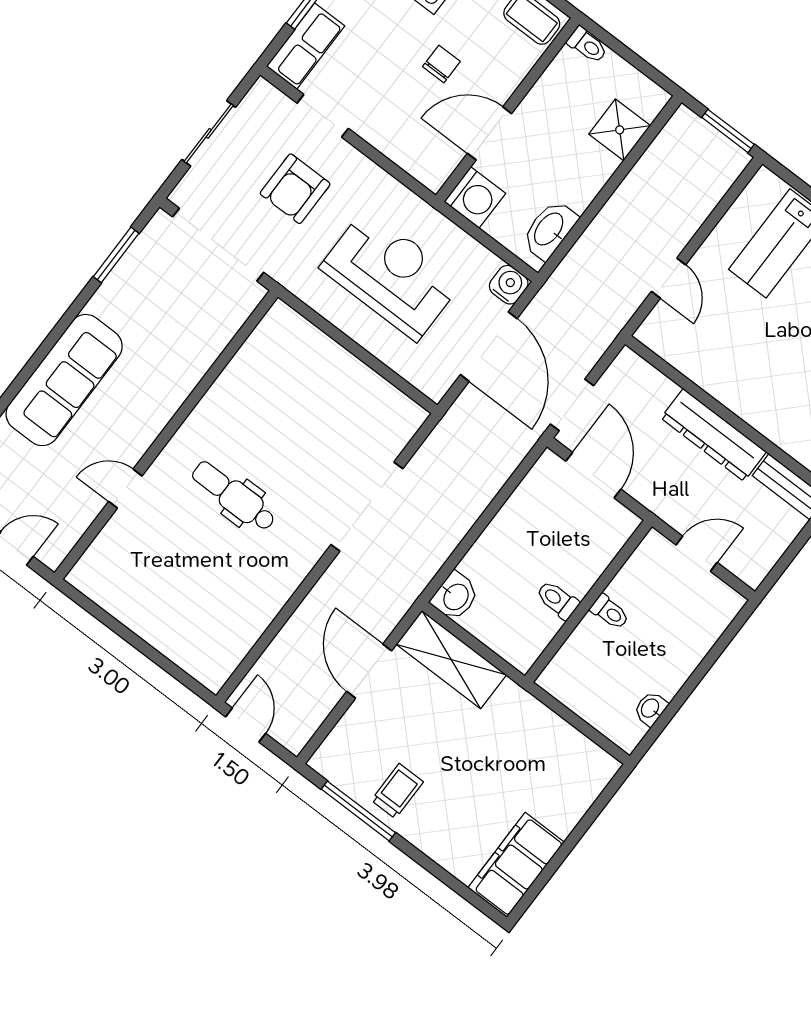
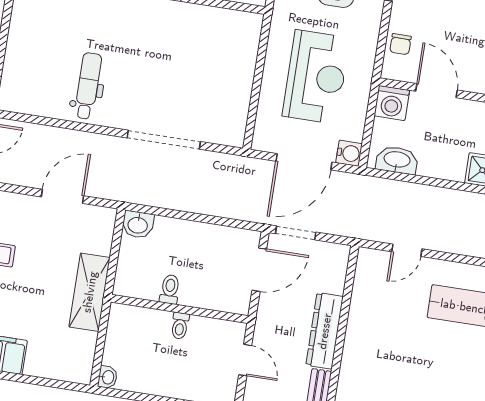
chair: (441, 64) -> (400, 44), moved, turned 90
dental chair: (234, 496) -> (88, 86), moved
shelving: (451, 660) -> (90, 292), moved
washbasin: (651, 709) -> (108, 377), moved, turned 90

